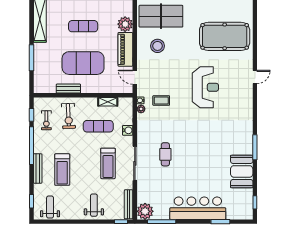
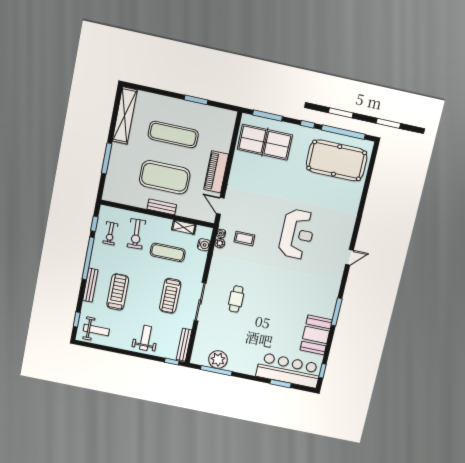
plant: (125, 24) -> (222, 143), removed
exercise mat: (83, 26) -> (173, 134), width x1.36, depth x1.45
pool table: (225, 36) -> (337, 160), moved
stool: (158, 46) -> (254, 176), removed
door: (255, 77) -> (350, 257), moved
bench: (68, 89) -> (162, 207), moved
water cooler: (128, 130) -> (204, 245), moved
treadmill: (62, 170) -> (118, 292), turned 180
weight bench: (50, 207) -> (96, 330), turned 90
bar counter: (198, 208) -> (289, 370), moved
plant: (145, 211) -> (218, 360), moved

